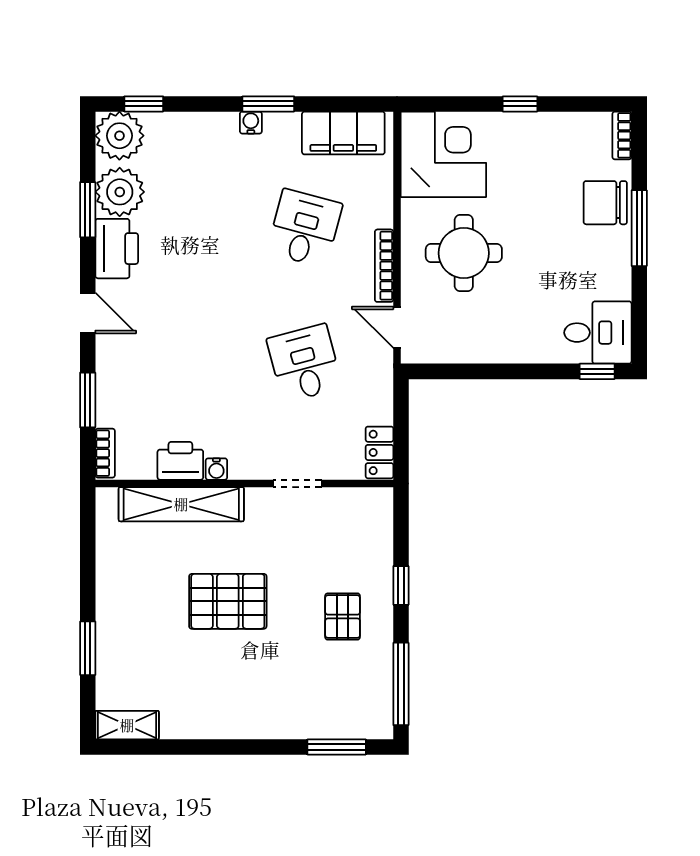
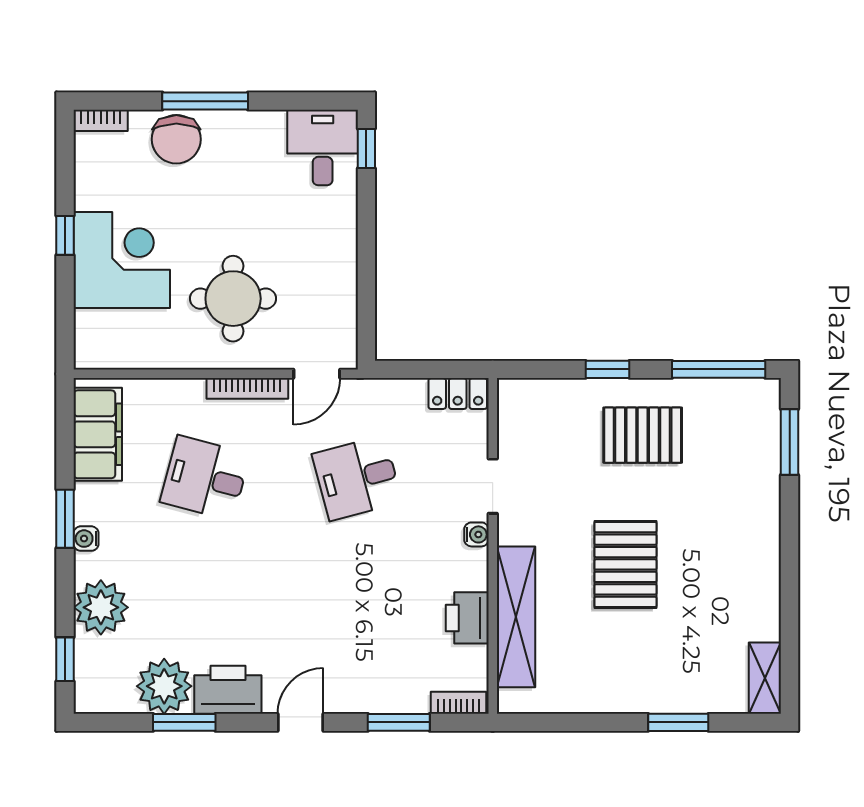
plant: (119, 136) -> (101, 607), moved
corner desk: (443, 154) -> (122, 260), moved, turned 90
water cooler: (216, 469) -> (476, 534), moved
pallet: (343, 617) -> (643, 435), width x1.50, depth x1.42

